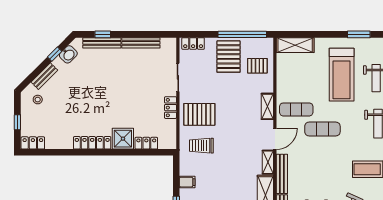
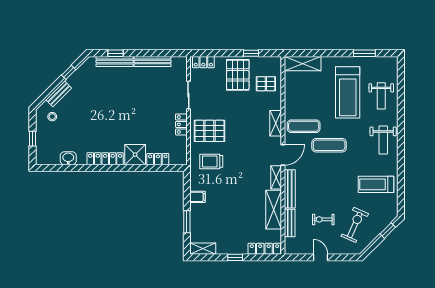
window: (242, 34) -> (251, 53), width x0.32
washbasin: (68, 54) -> (68, 158), moved, turned -135
locker: (33, 143) -> (48, 159), removed

